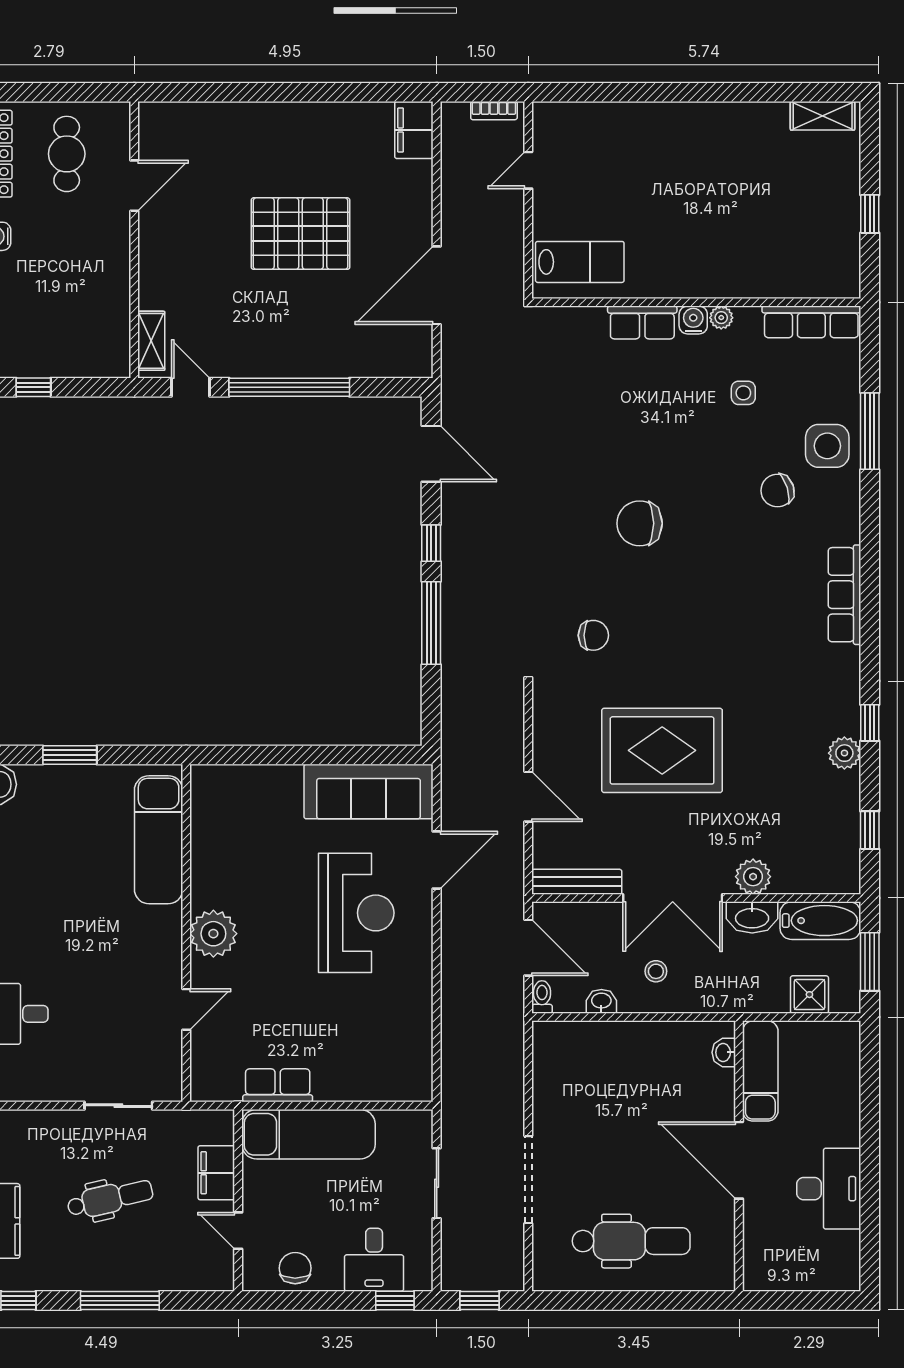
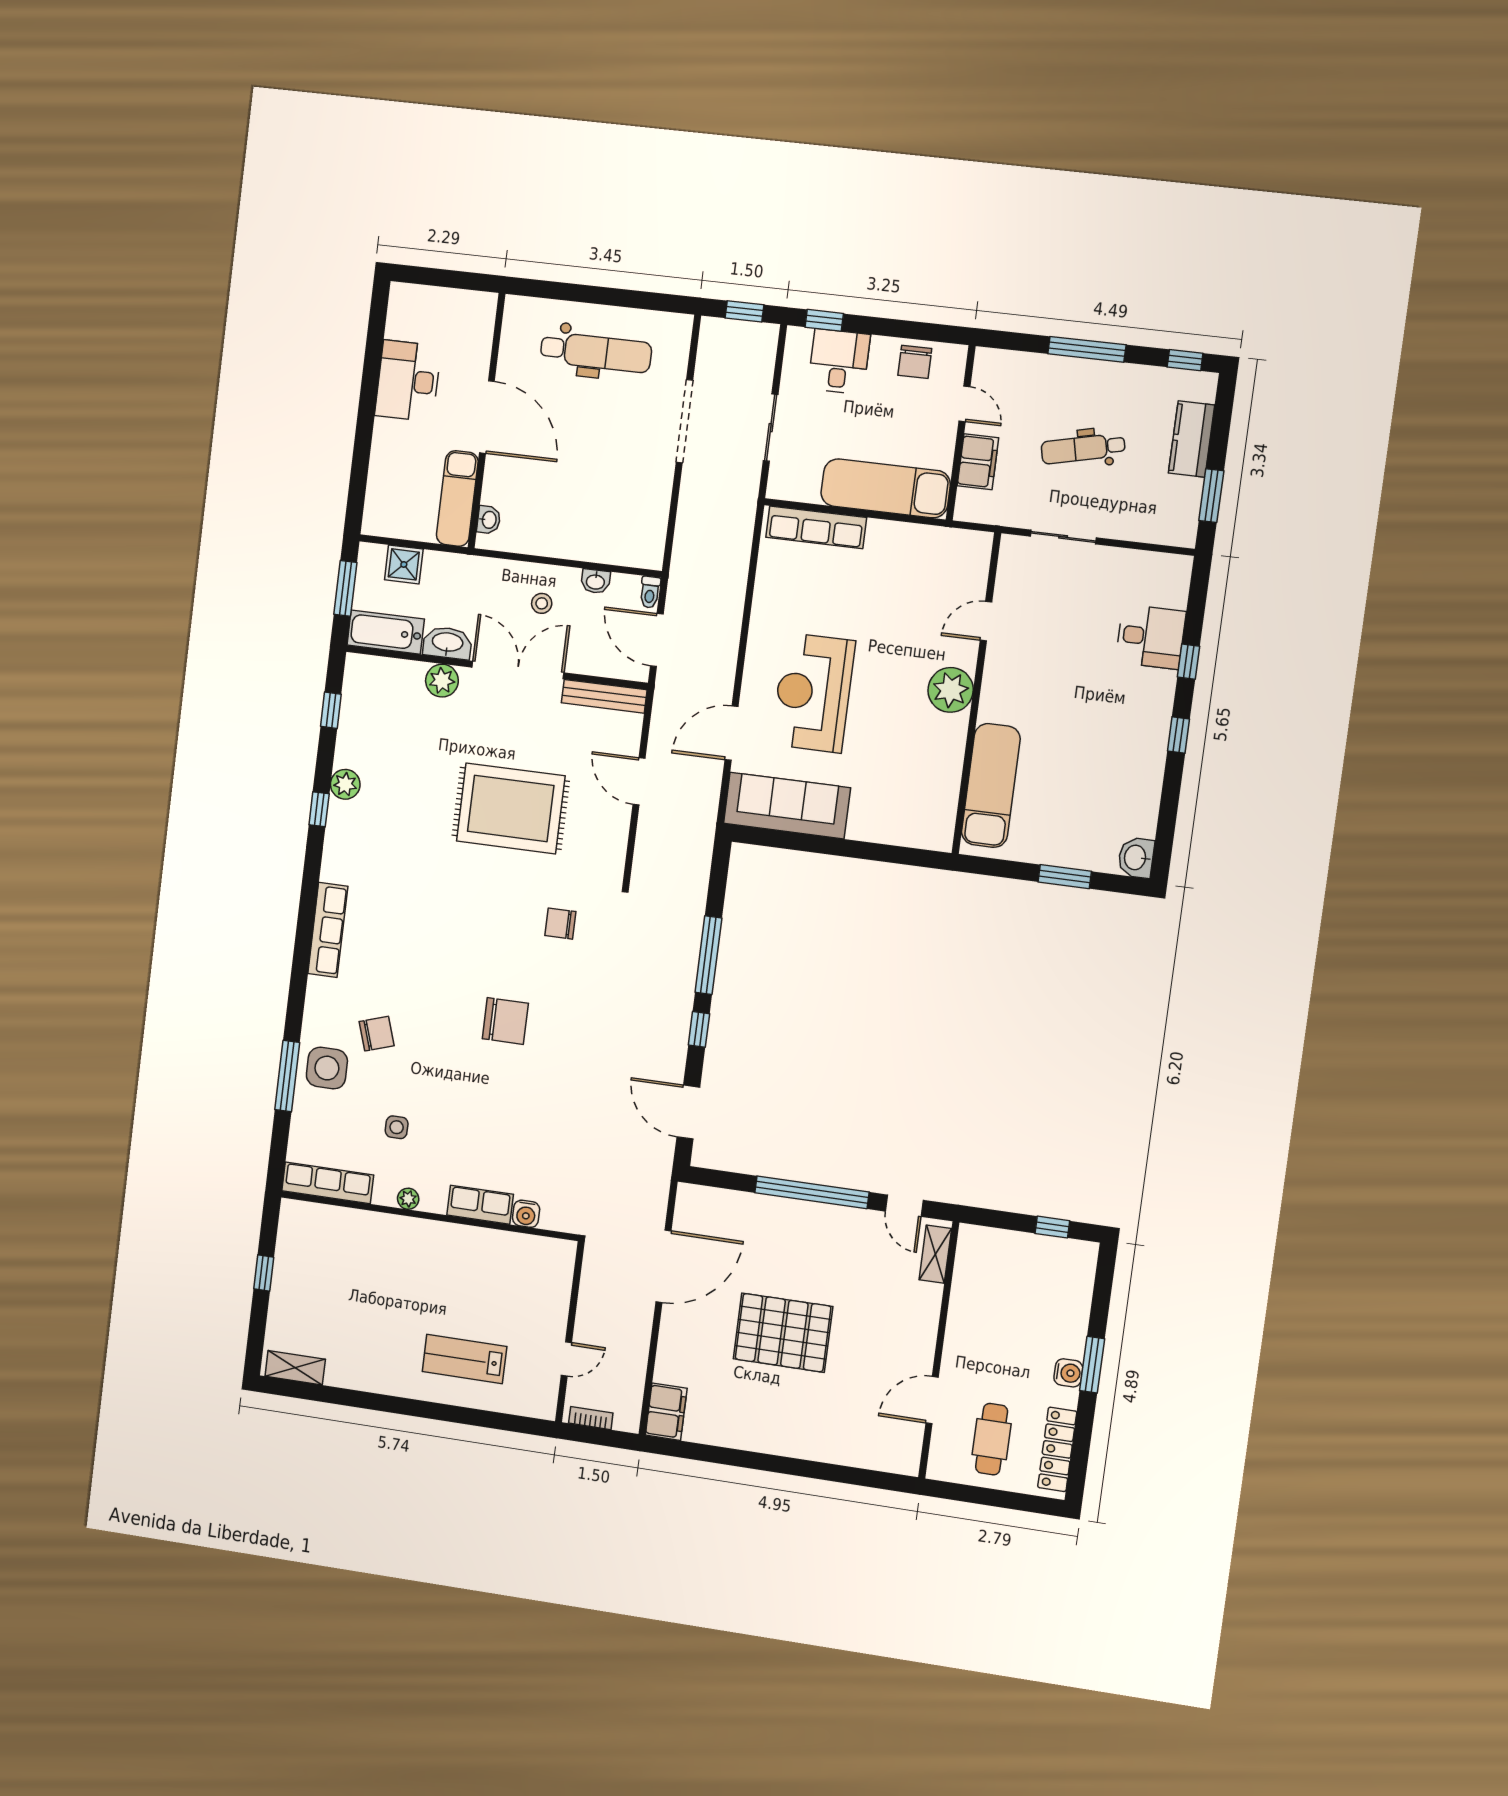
lab bench: (580, 262) -> (465, 1359), moved
water cooler: (693, 320) -> (526, 1214), moved
row of seats: (278, 1085) -> (816, 527), moved, width x1.48
dental chair: (631, 1241) -> (596, 352), turned 180

